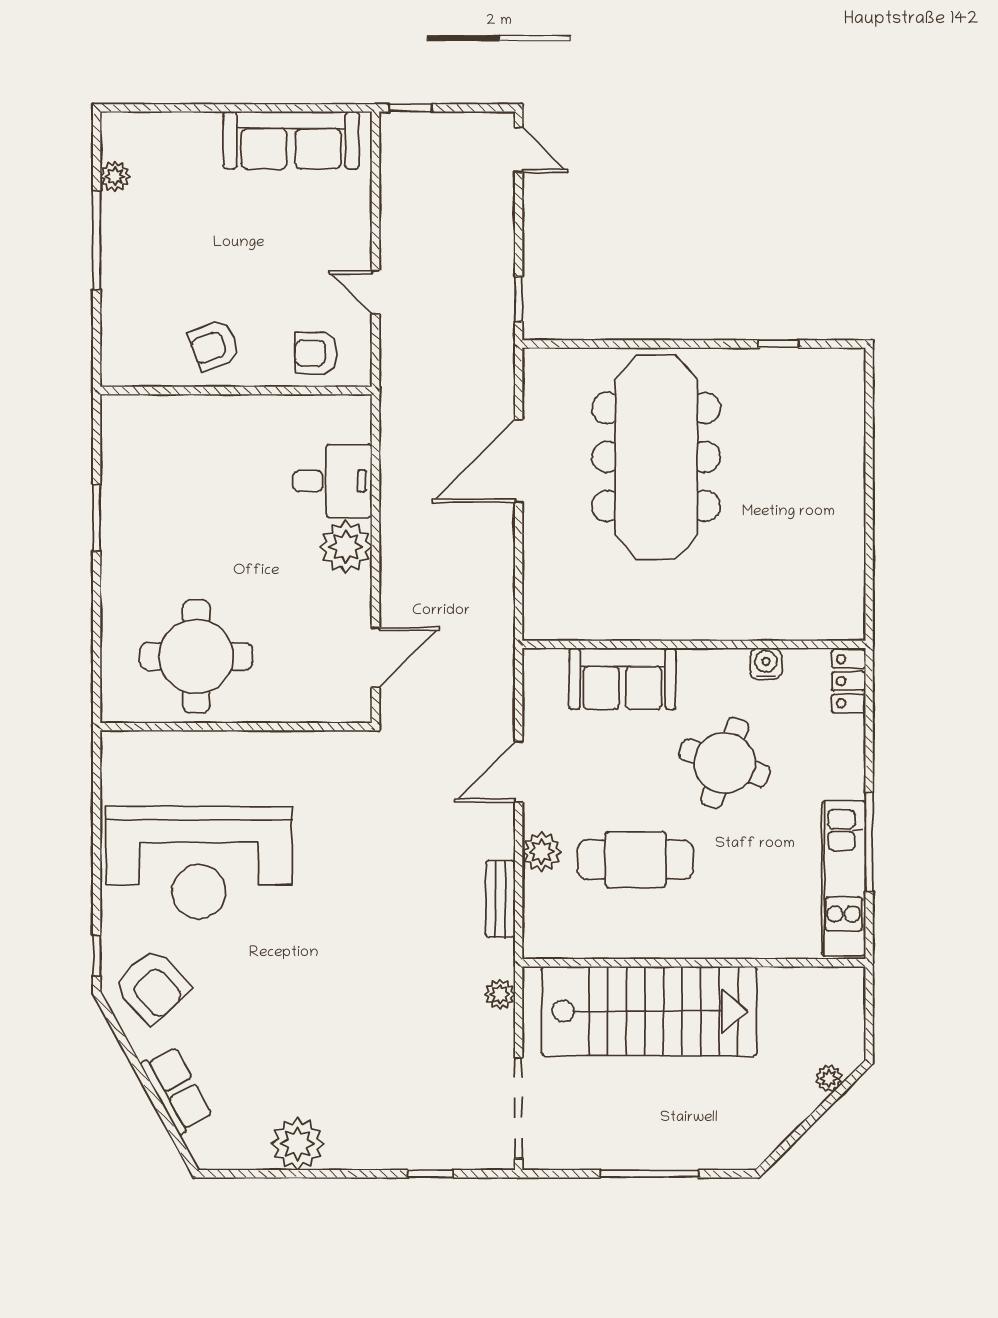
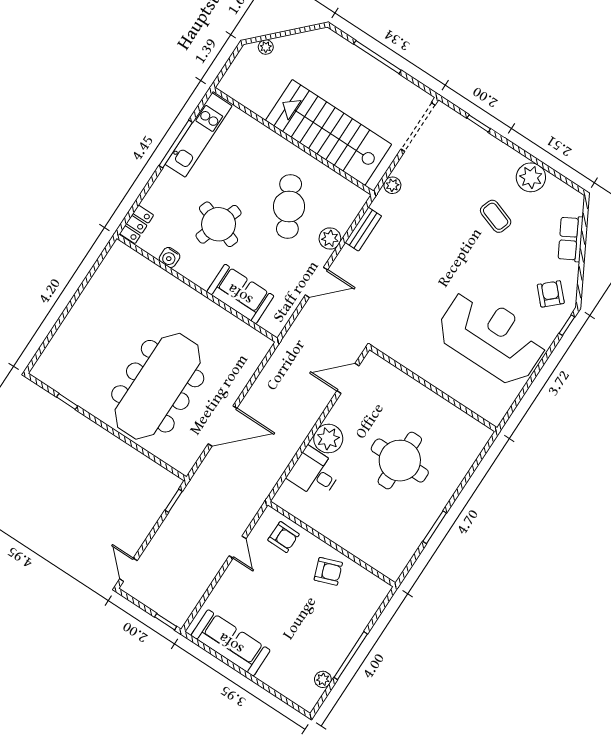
round table: (196, 656) -> (400, 461), moved
cafe table: (635, 860) -> (289, 207), turned 61
armchair: (152, 987) -> (551, 294), width x0.72, depth x0.72
coffee table: (313, 1050) -> (496, 216), added

